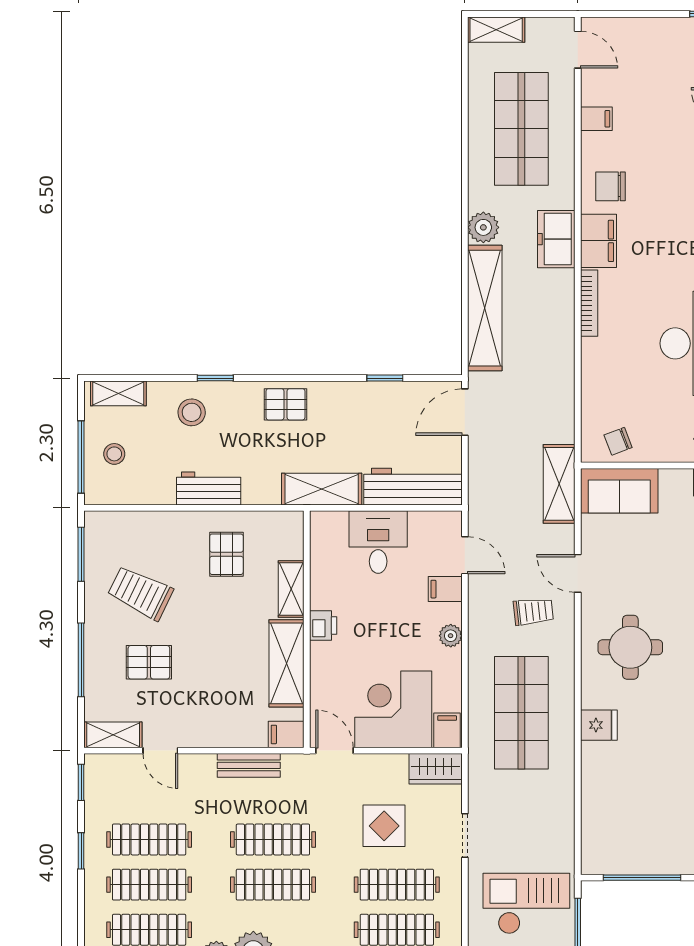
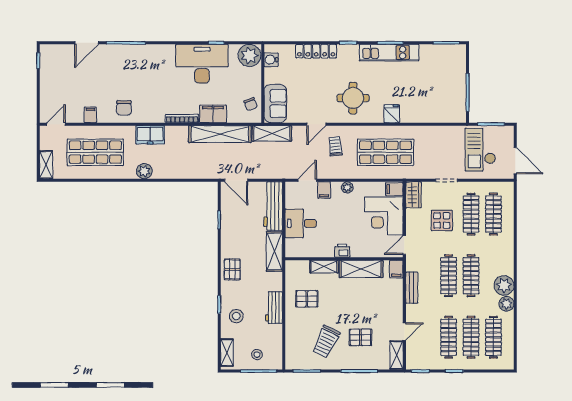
filing cabinet: (598, 241) -> (213, 114), moved
shelving: (485, 308) -> (220, 134), moved
pallet: (149, 662) -> (360, 337), turned 90

